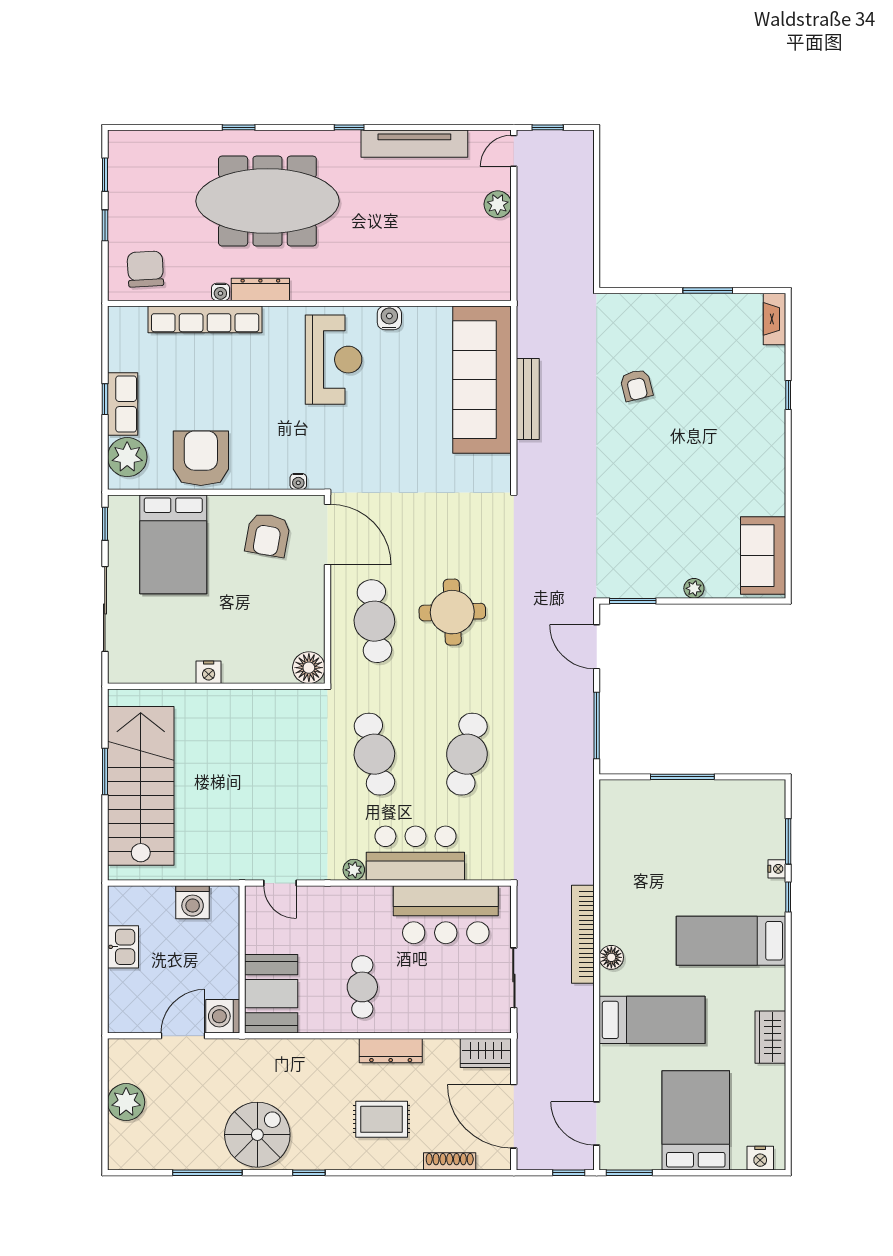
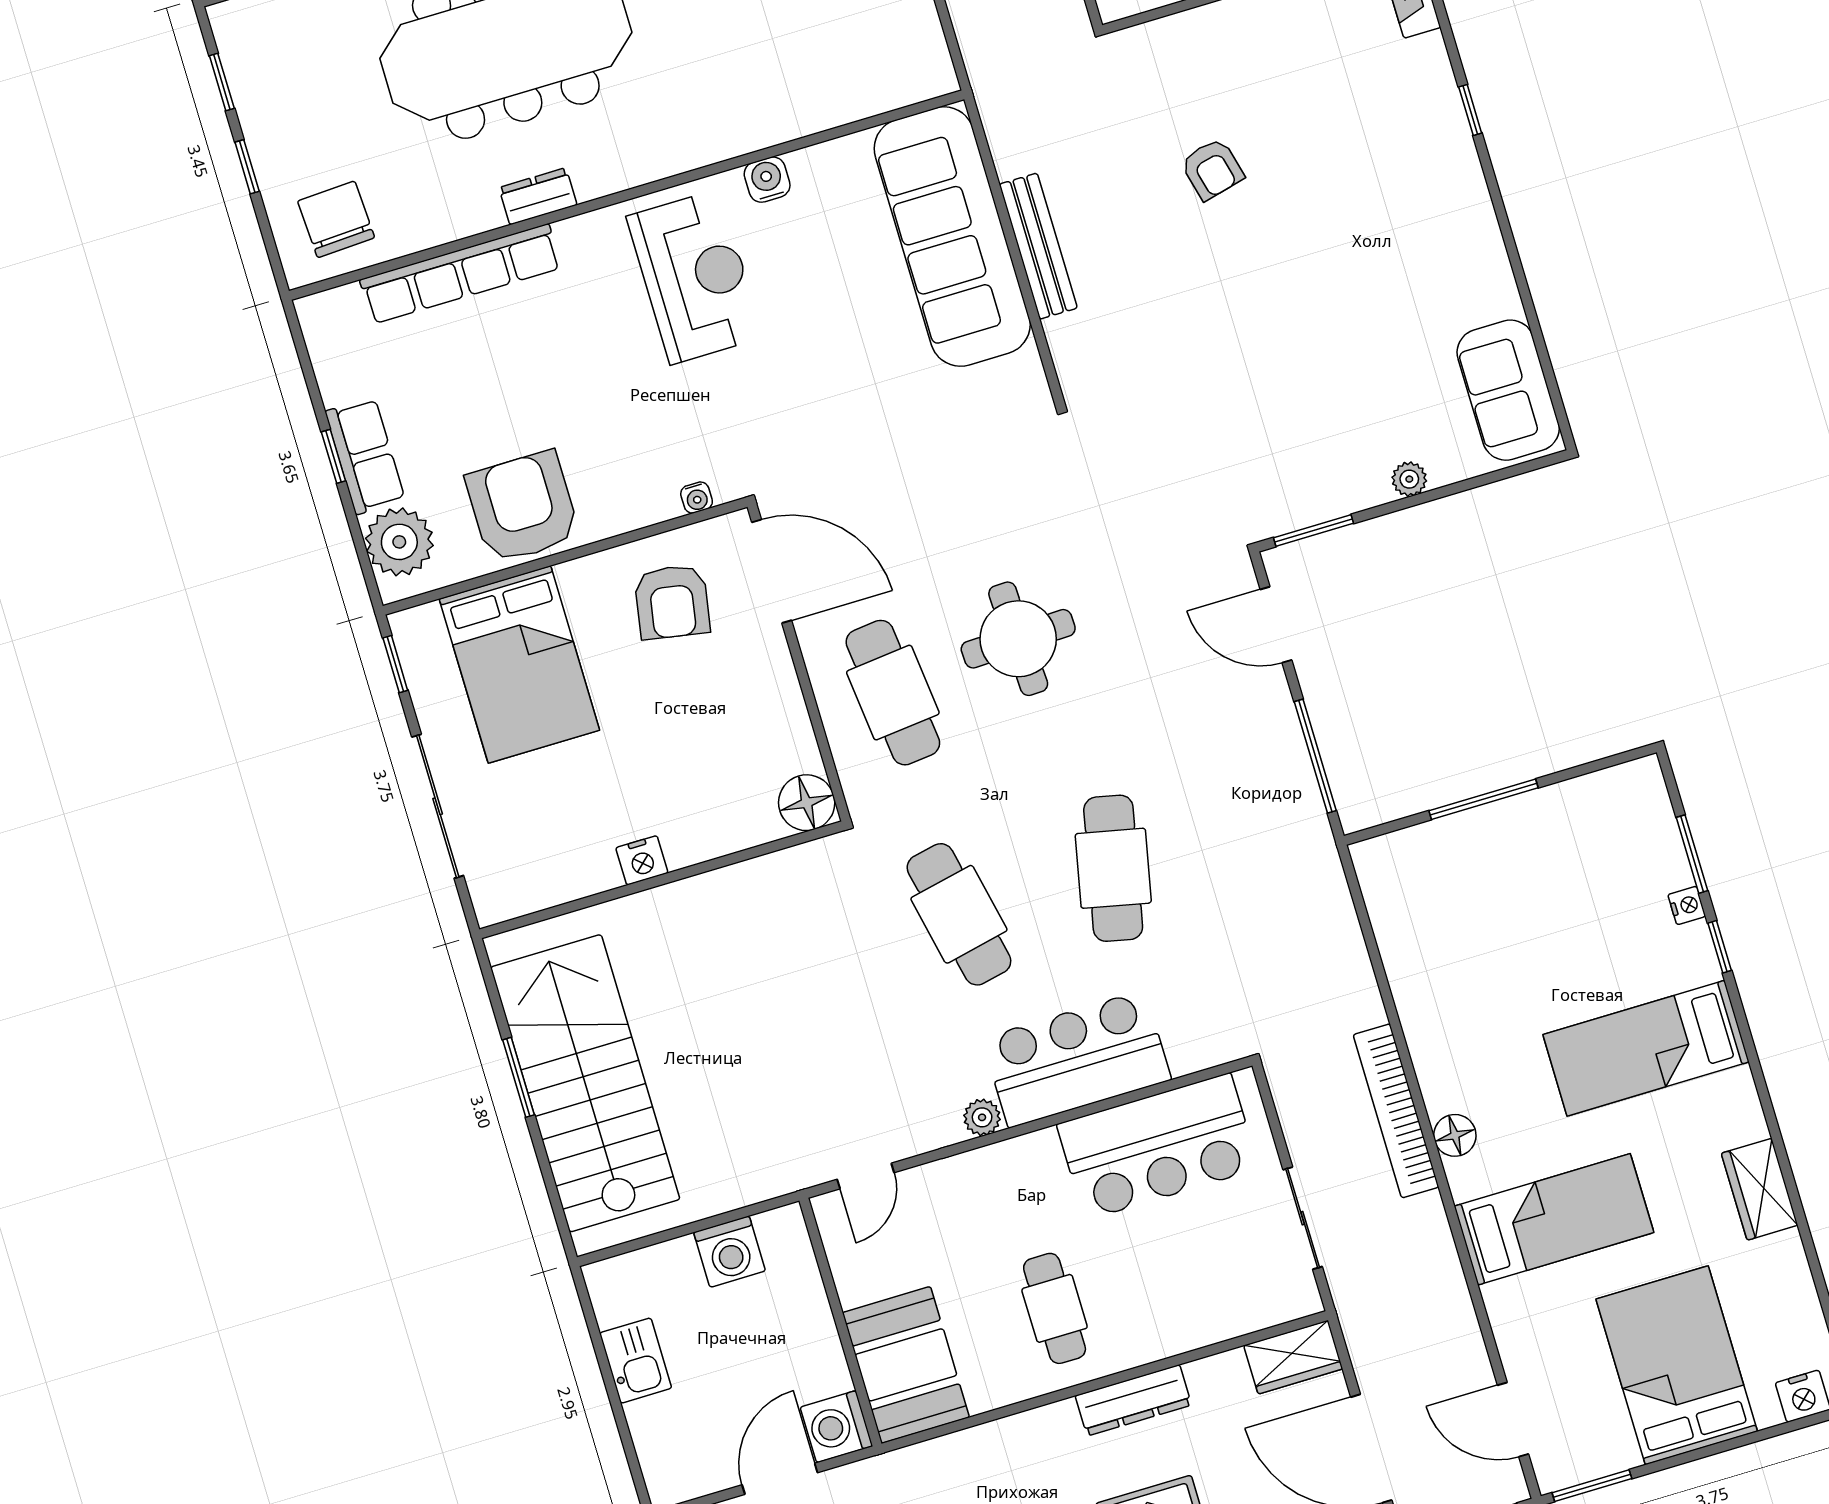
dresser: (260, 289) -> (538, 196), width x0.70
water cooler: (220, 292) -> (473, 220), removed
door: (280, 883) -> (866, 1176), hinge flipped

